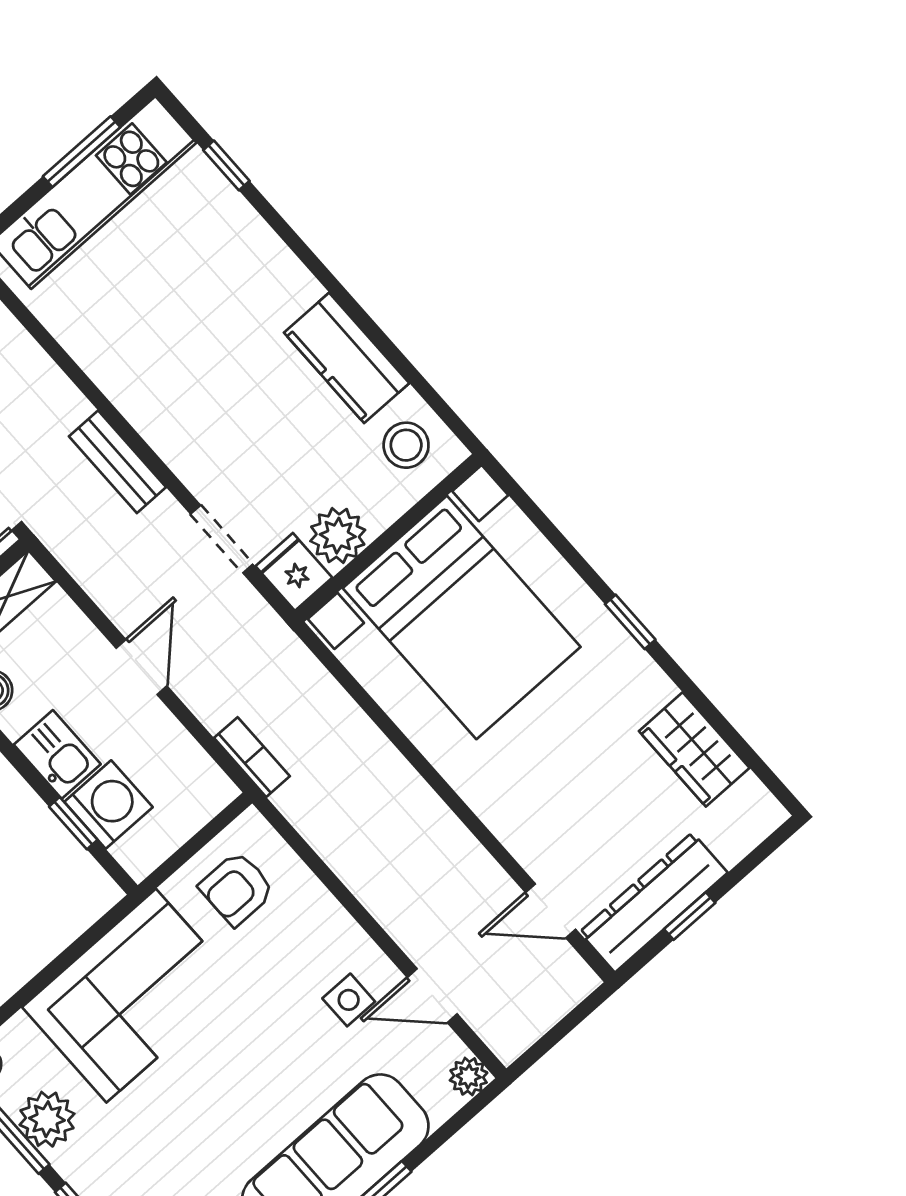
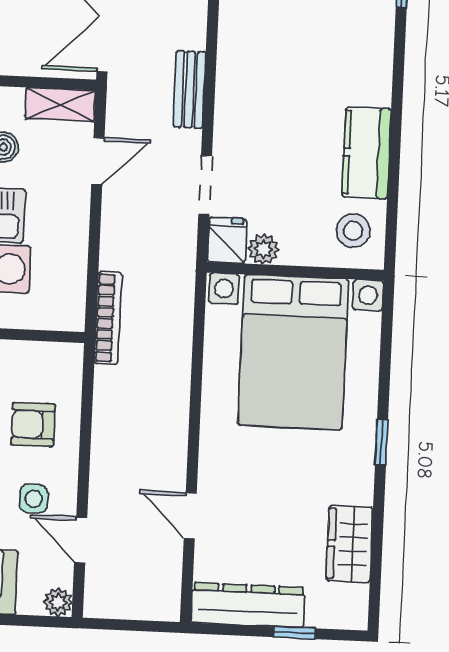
plant: (338, 536) -> (263, 249), width x0.73, depth x0.73
door: (142, 667) -> (98, 161), moved
bookcase: (252, 757) -> (108, 318), width x1.56
armchair: (237, 889) -> (33, 424), moved
door: (551, 911) -> (190, 516), moved
window: (690, 916) -> (295, 633), moved

